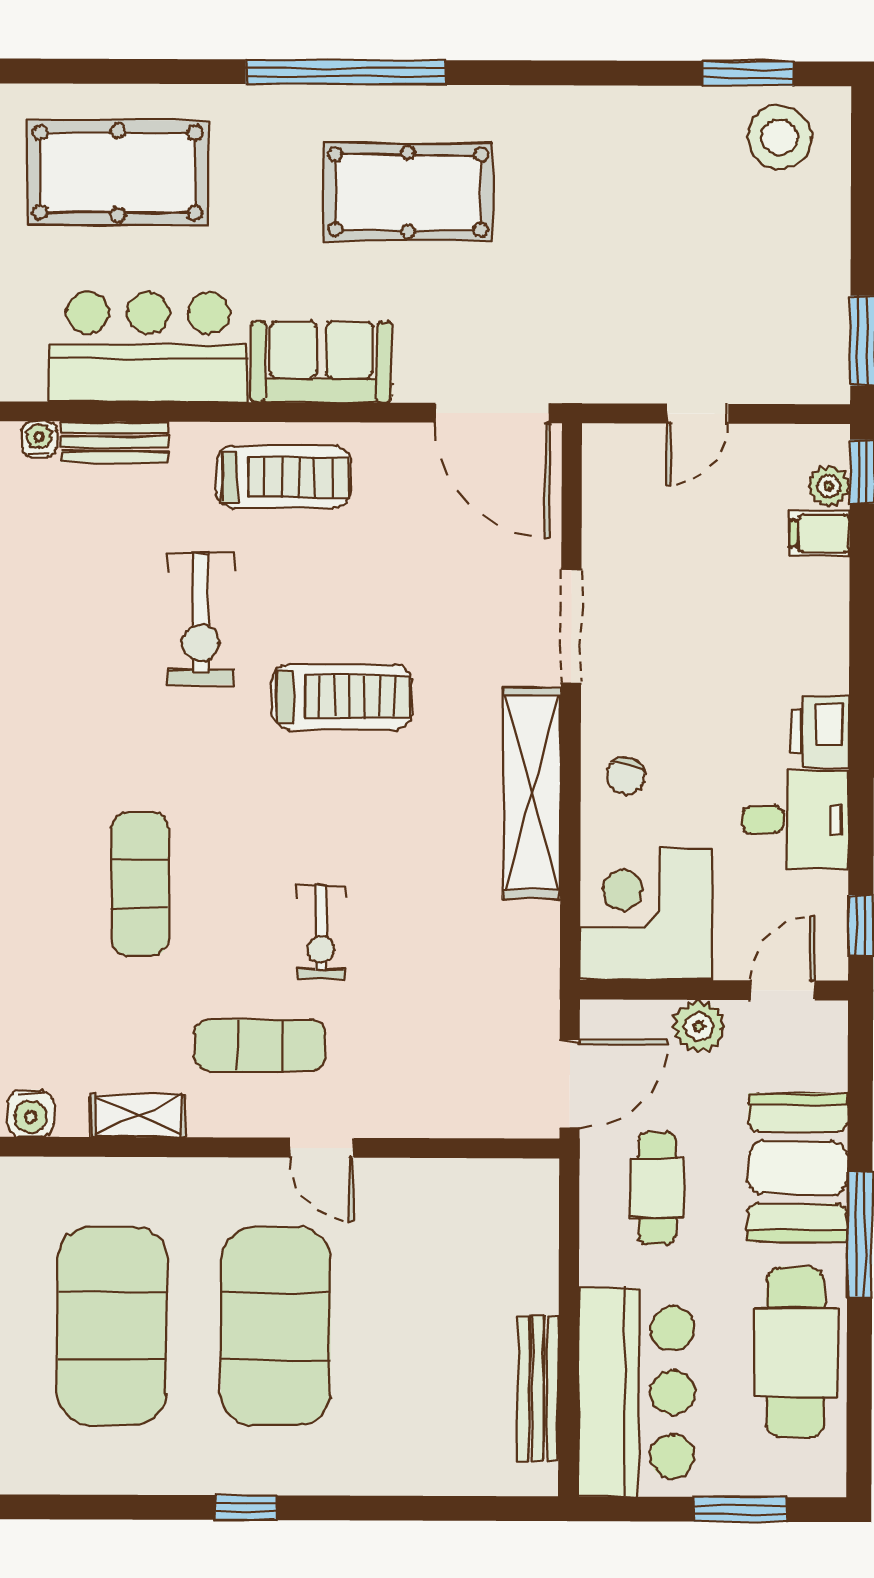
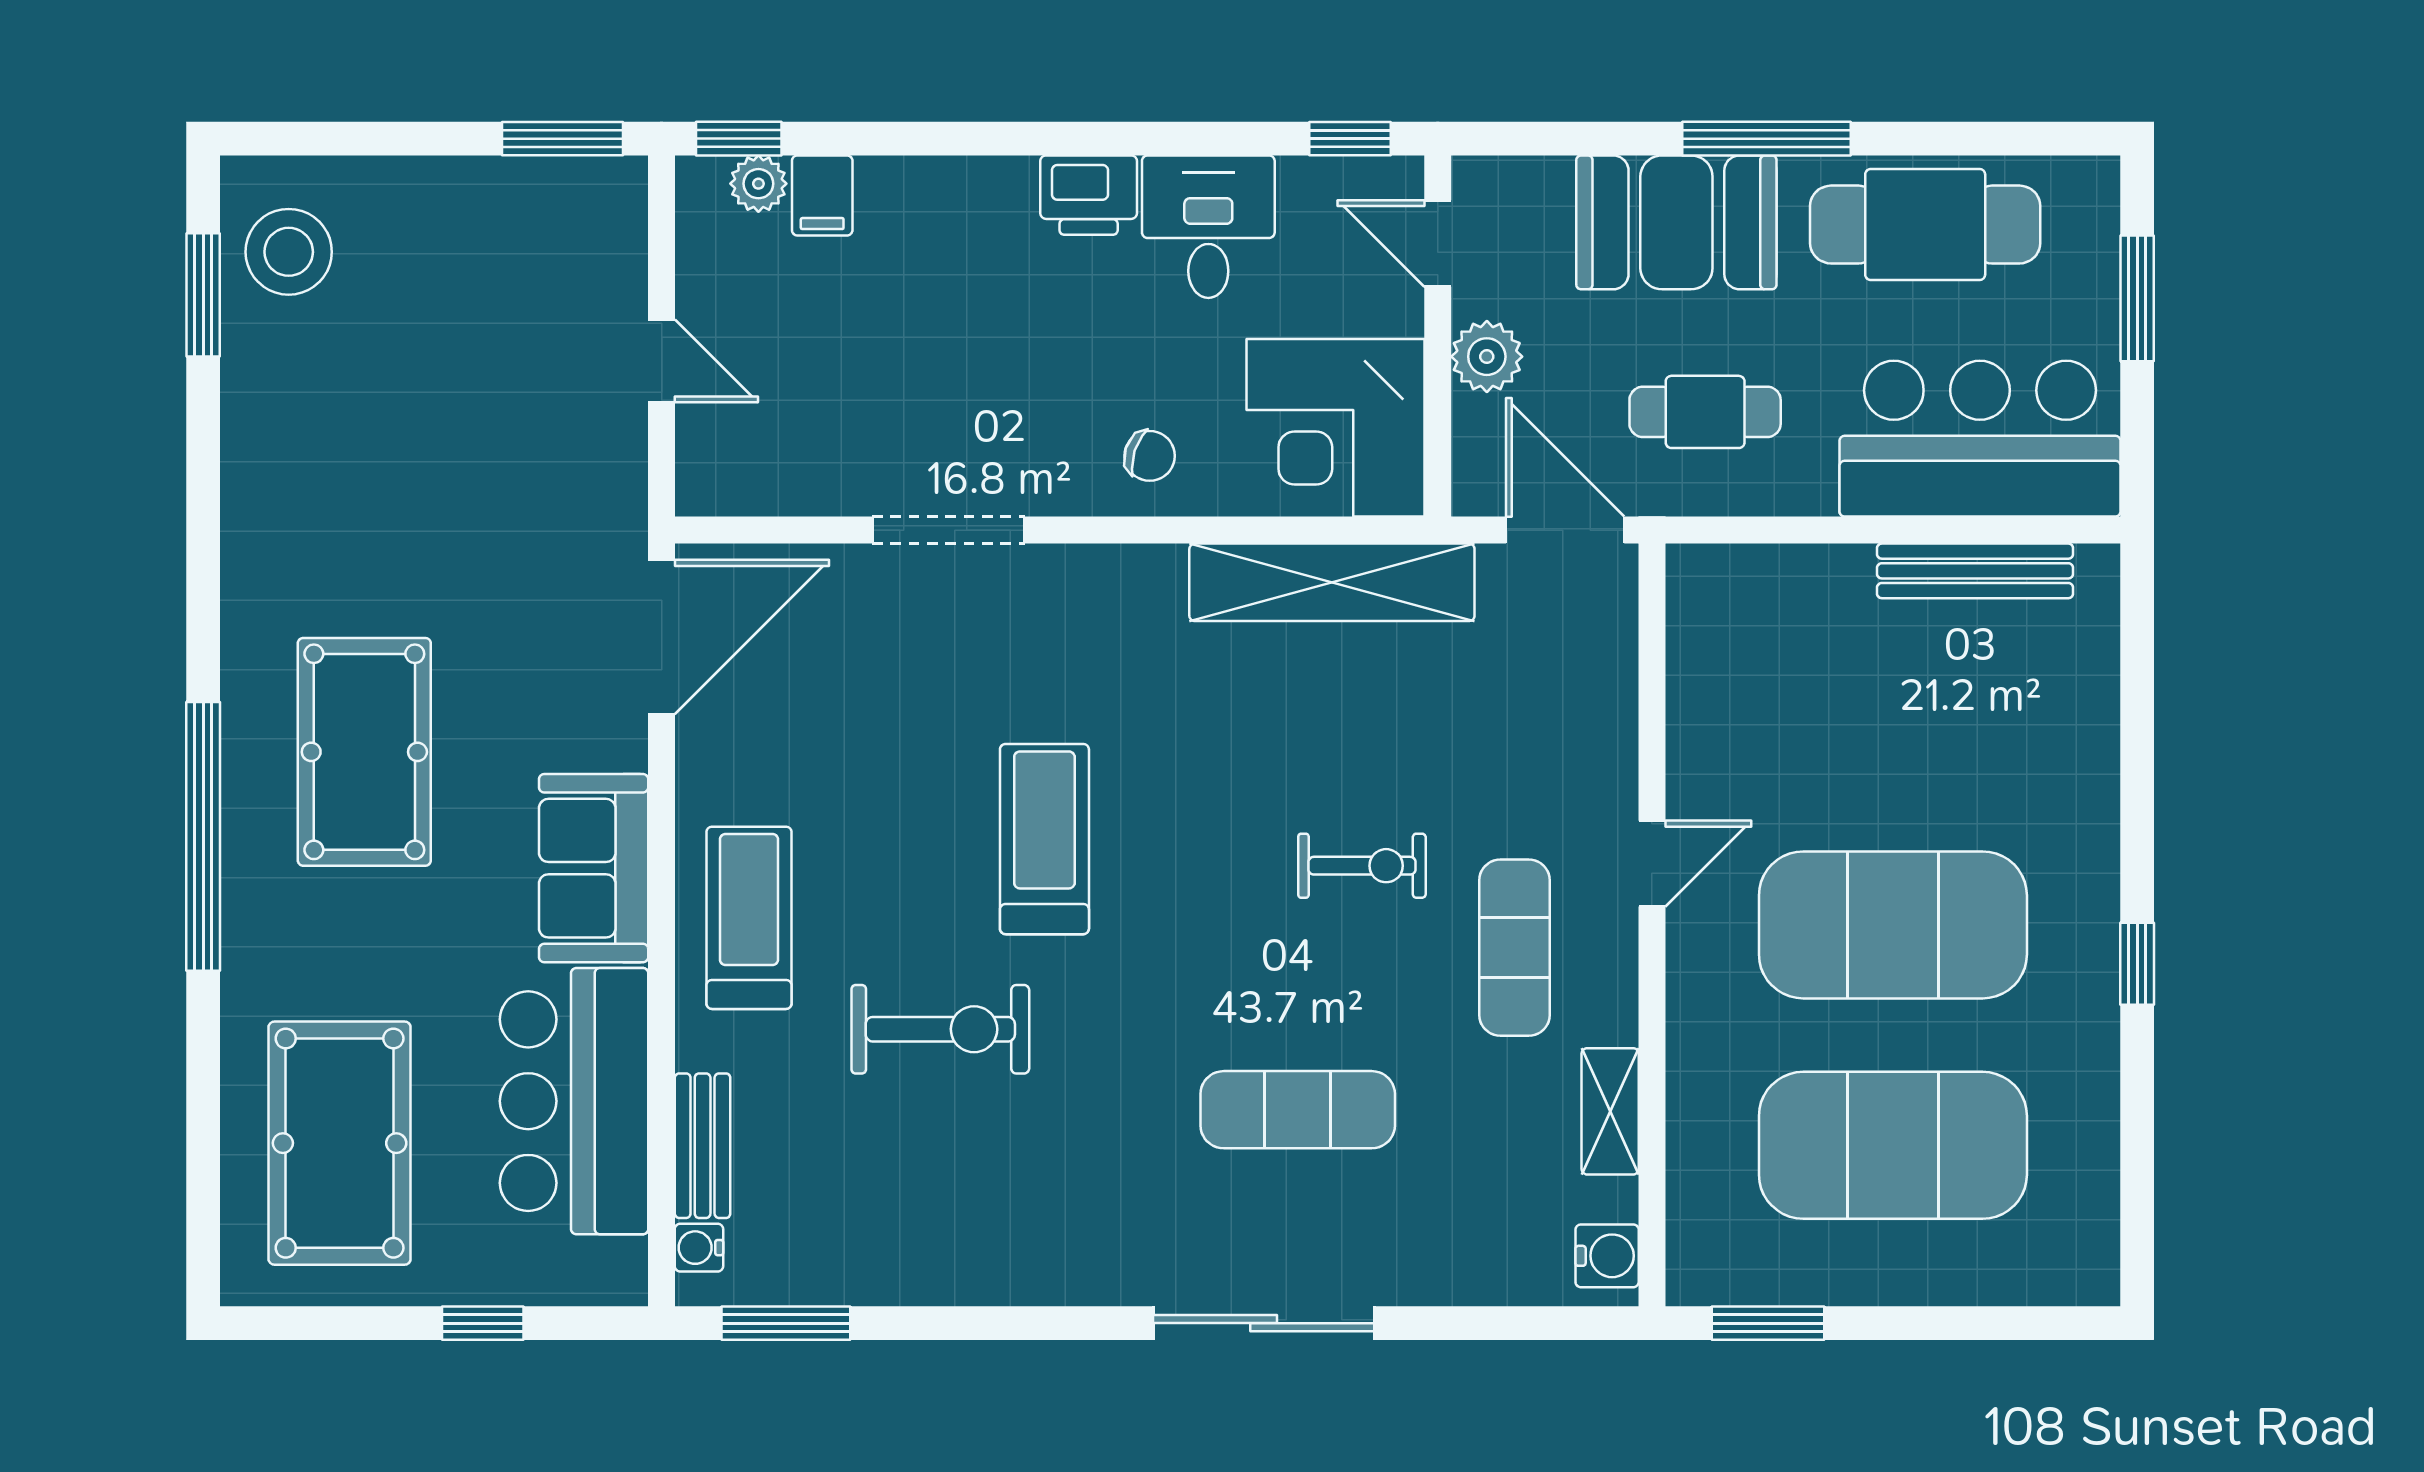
shelving: (532, 793) -> (1332, 582), moved

